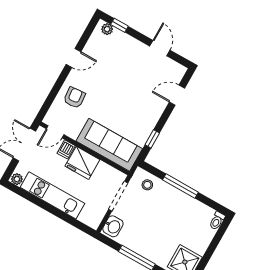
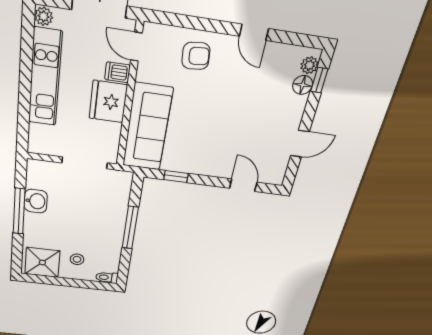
floor lamp: (119, 36) -> (303, 85), added
stool: (147, 185) -> (77, 259), moved
washbasin: (113, 226) -> (36, 201), moved, turned -90

